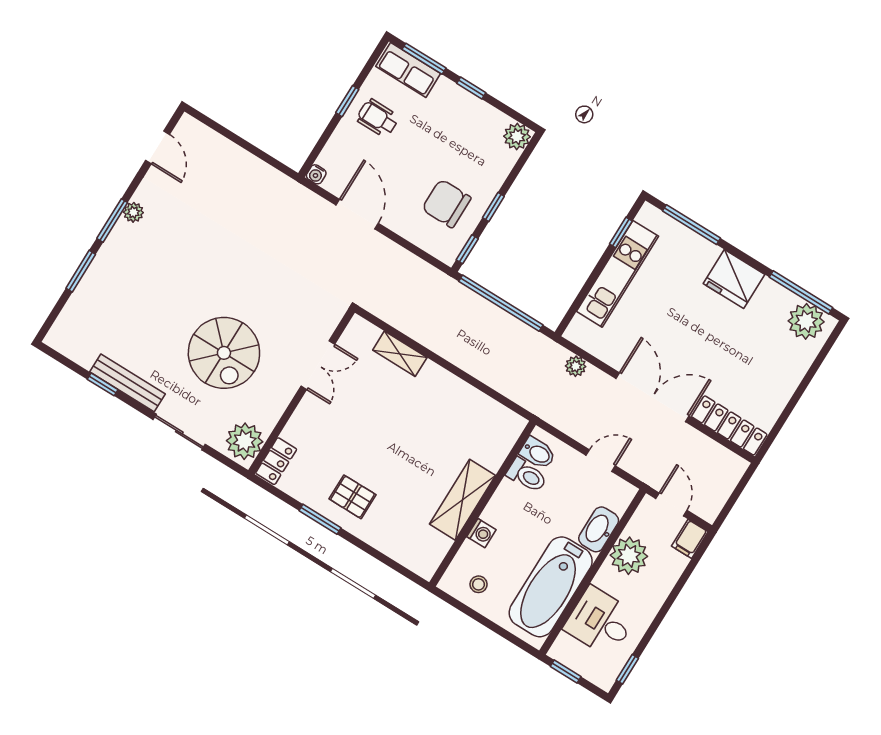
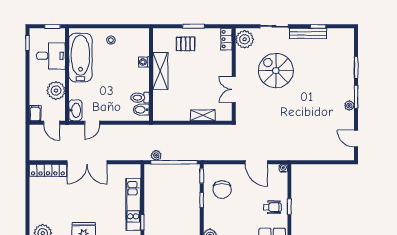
chair: (446, 203) -> (222, 190), turned 90
plant: (576, 366) -> (156, 155), moved
bidet: (538, 453) -> (141, 110), moved
toilet: (527, 475) -> (140, 98), moved
shelving: (462, 500) -> (160, 71), moved
wall: (483, 504) -> (151, 75), moved
washbasin: (599, 529) -> (75, 110), moved
washing machine: (481, 533) -> (144, 62), moved

